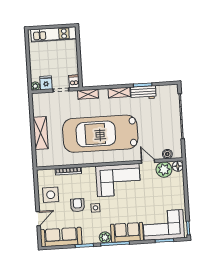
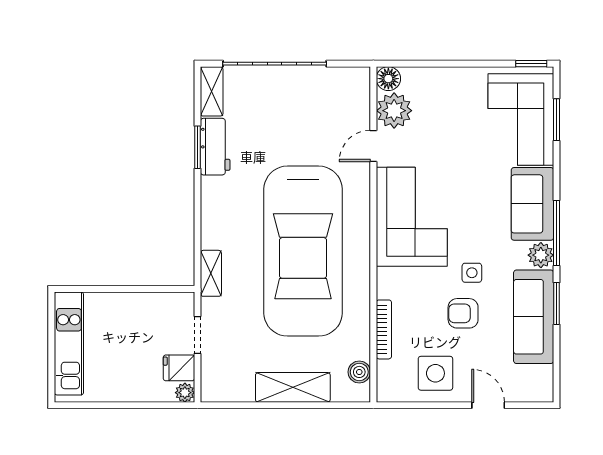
dishwasher: (74, 81) -> (180, 303), removed
shelving: (119, 93) -> (212, 91), moved
boiler: (167, 154) -> (359, 372), moved
sofa: (61, 237) -> (534, 317), moved

